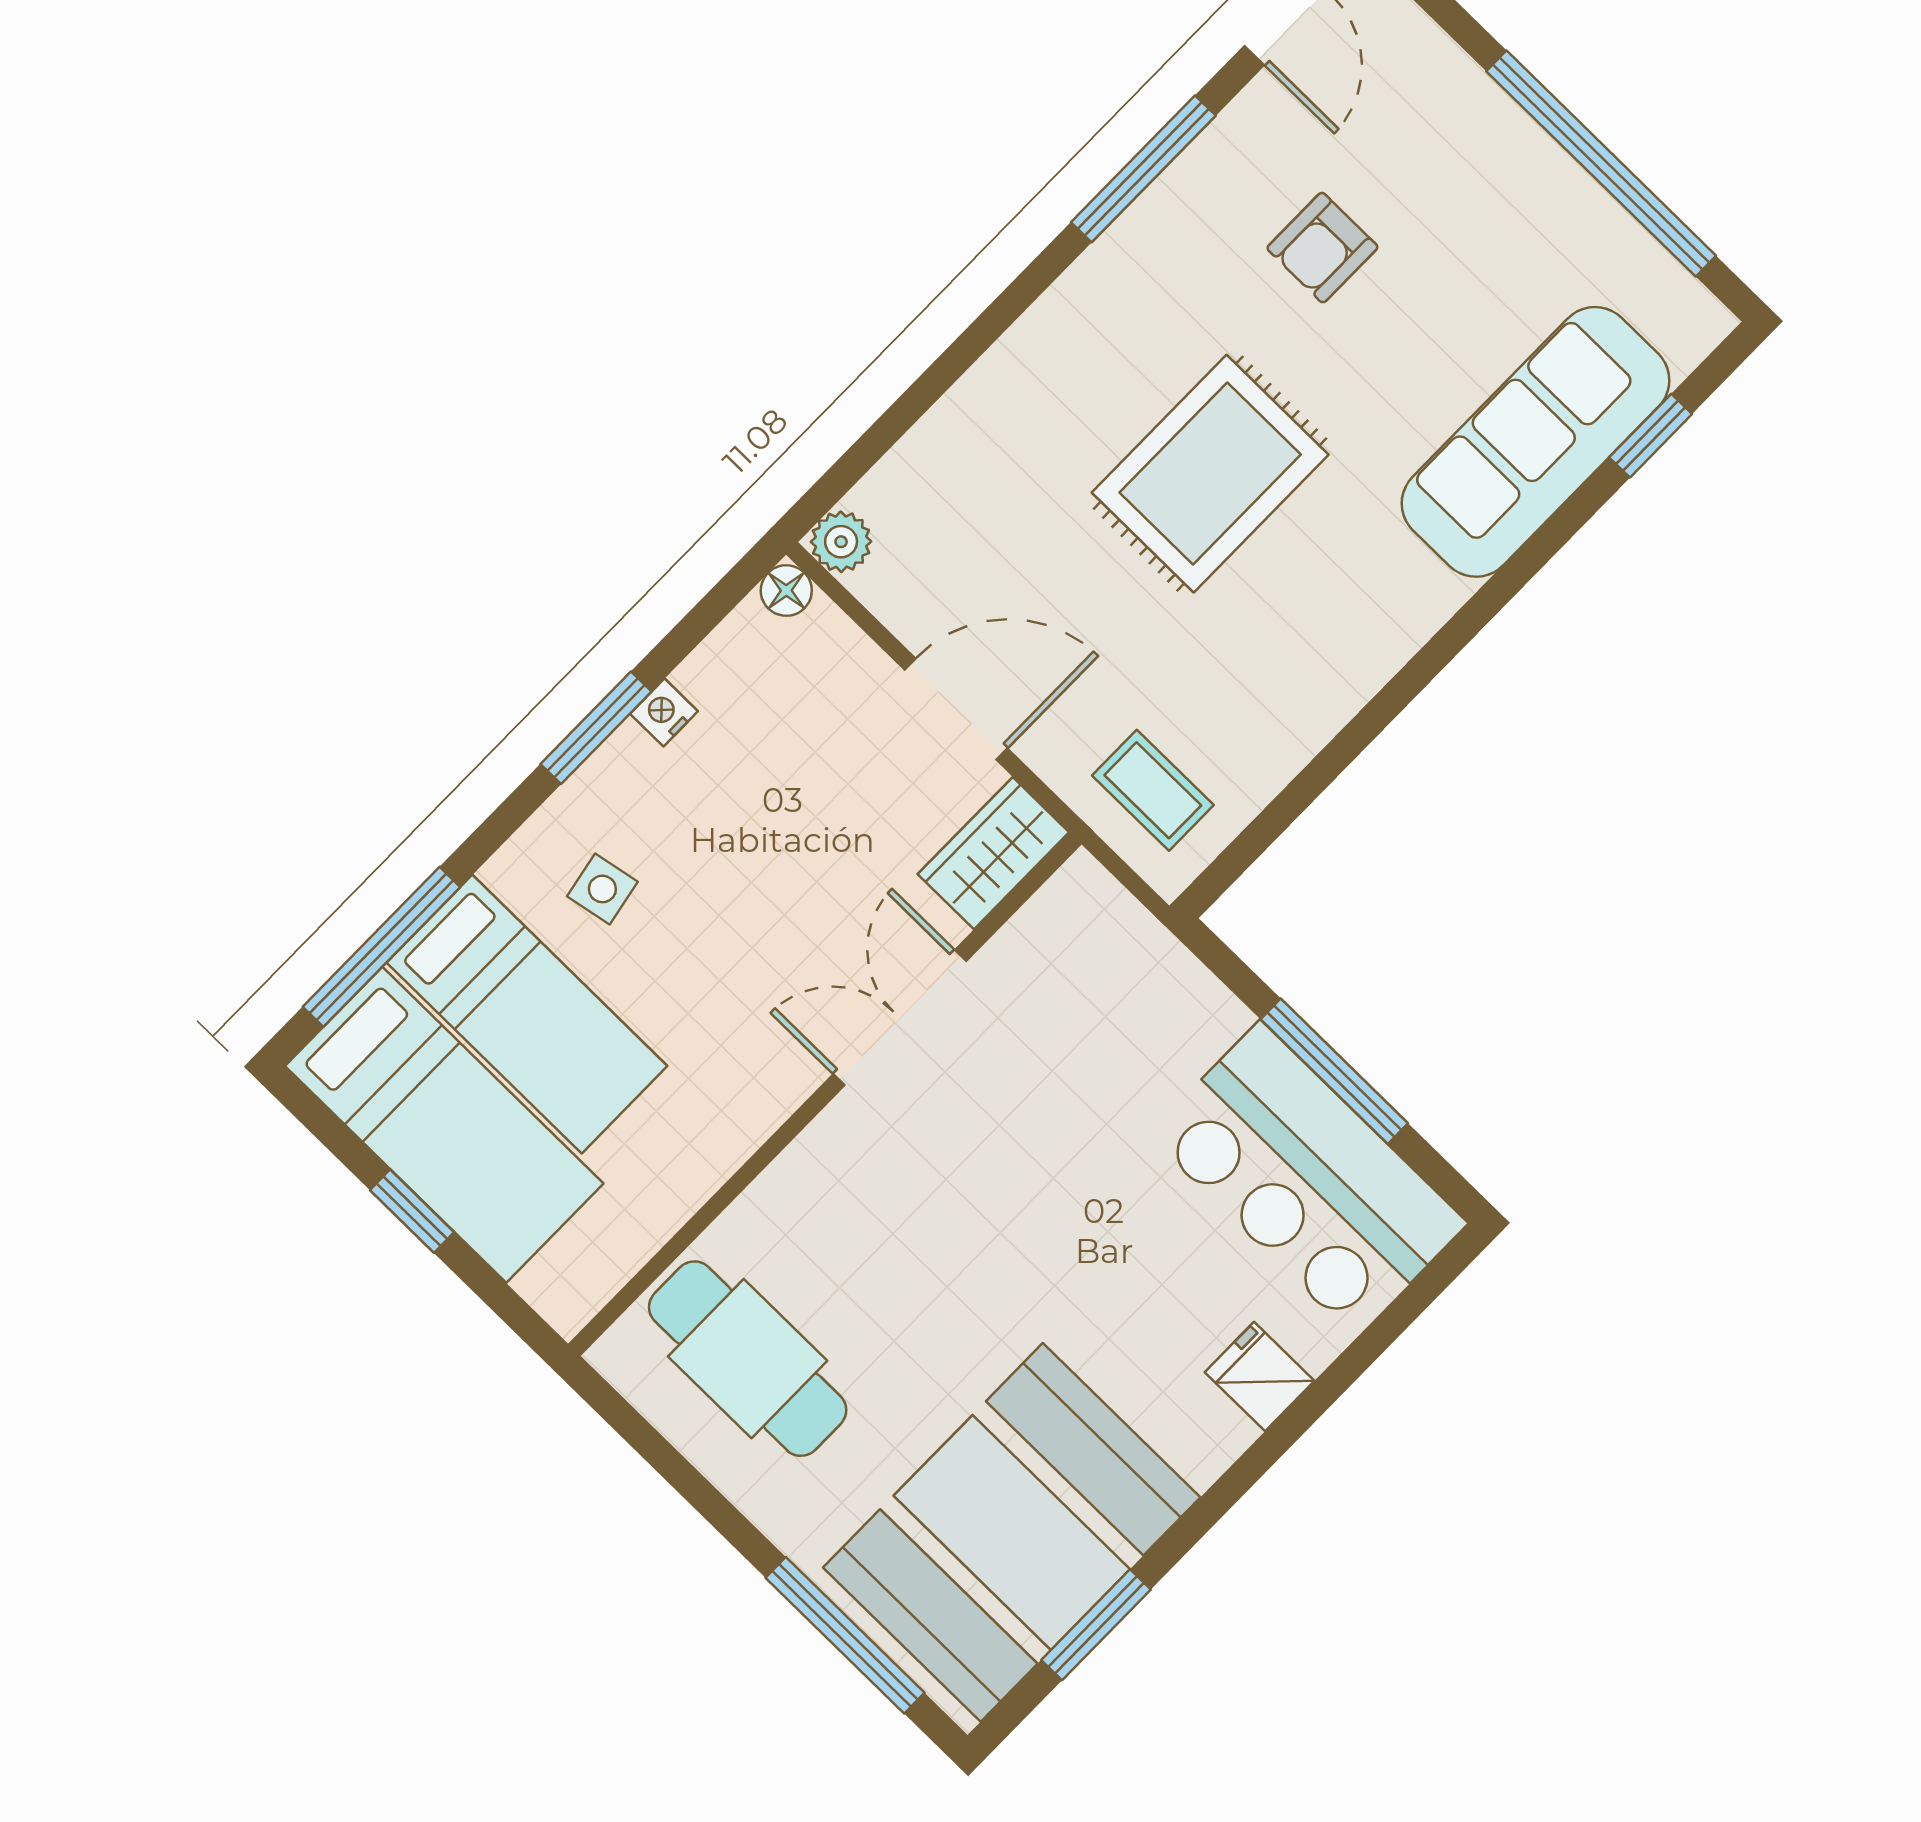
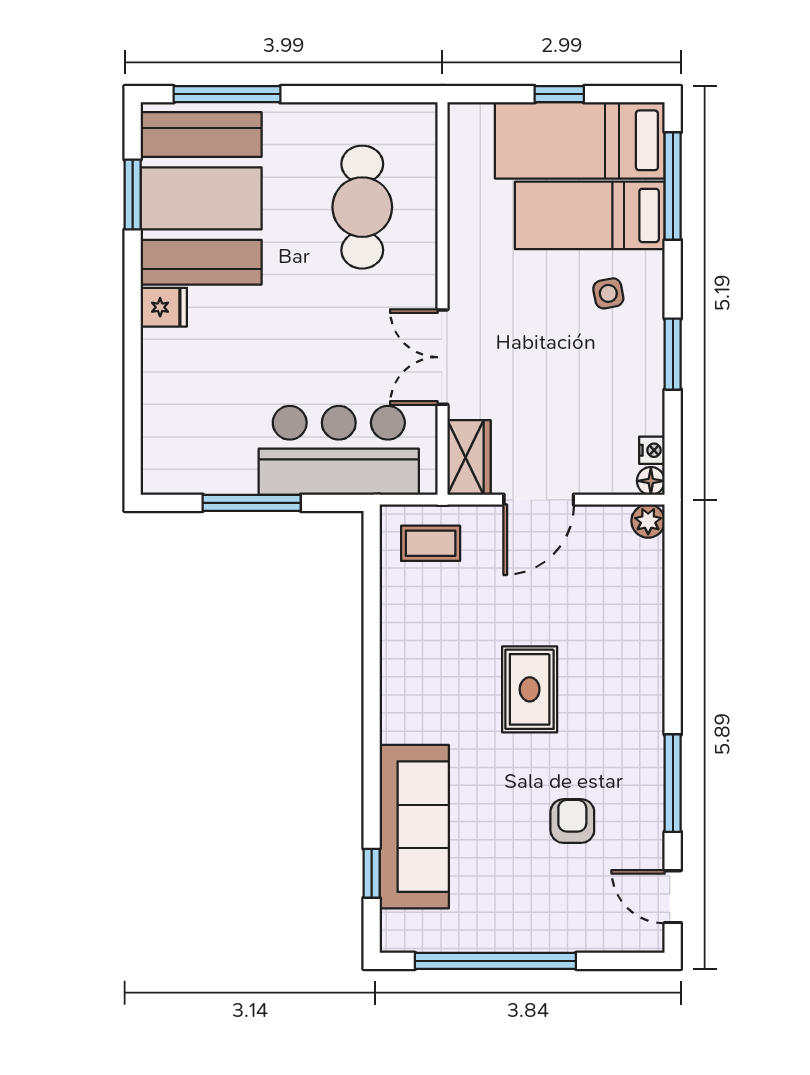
rug: (1210, 474) -> (530, 689), width x0.73, depth x0.70
nightstand: (664, 712) -> (652, 450), moved
double door: (900, 1018) -> (442, 357), swing flipped
bar counter: (1308, 1179) -> (339, 450), moved
cafe table: (748, 1359) -> (362, 207), moved, turned 90
fridge: (1260, 1377) -> (164, 307), moved

